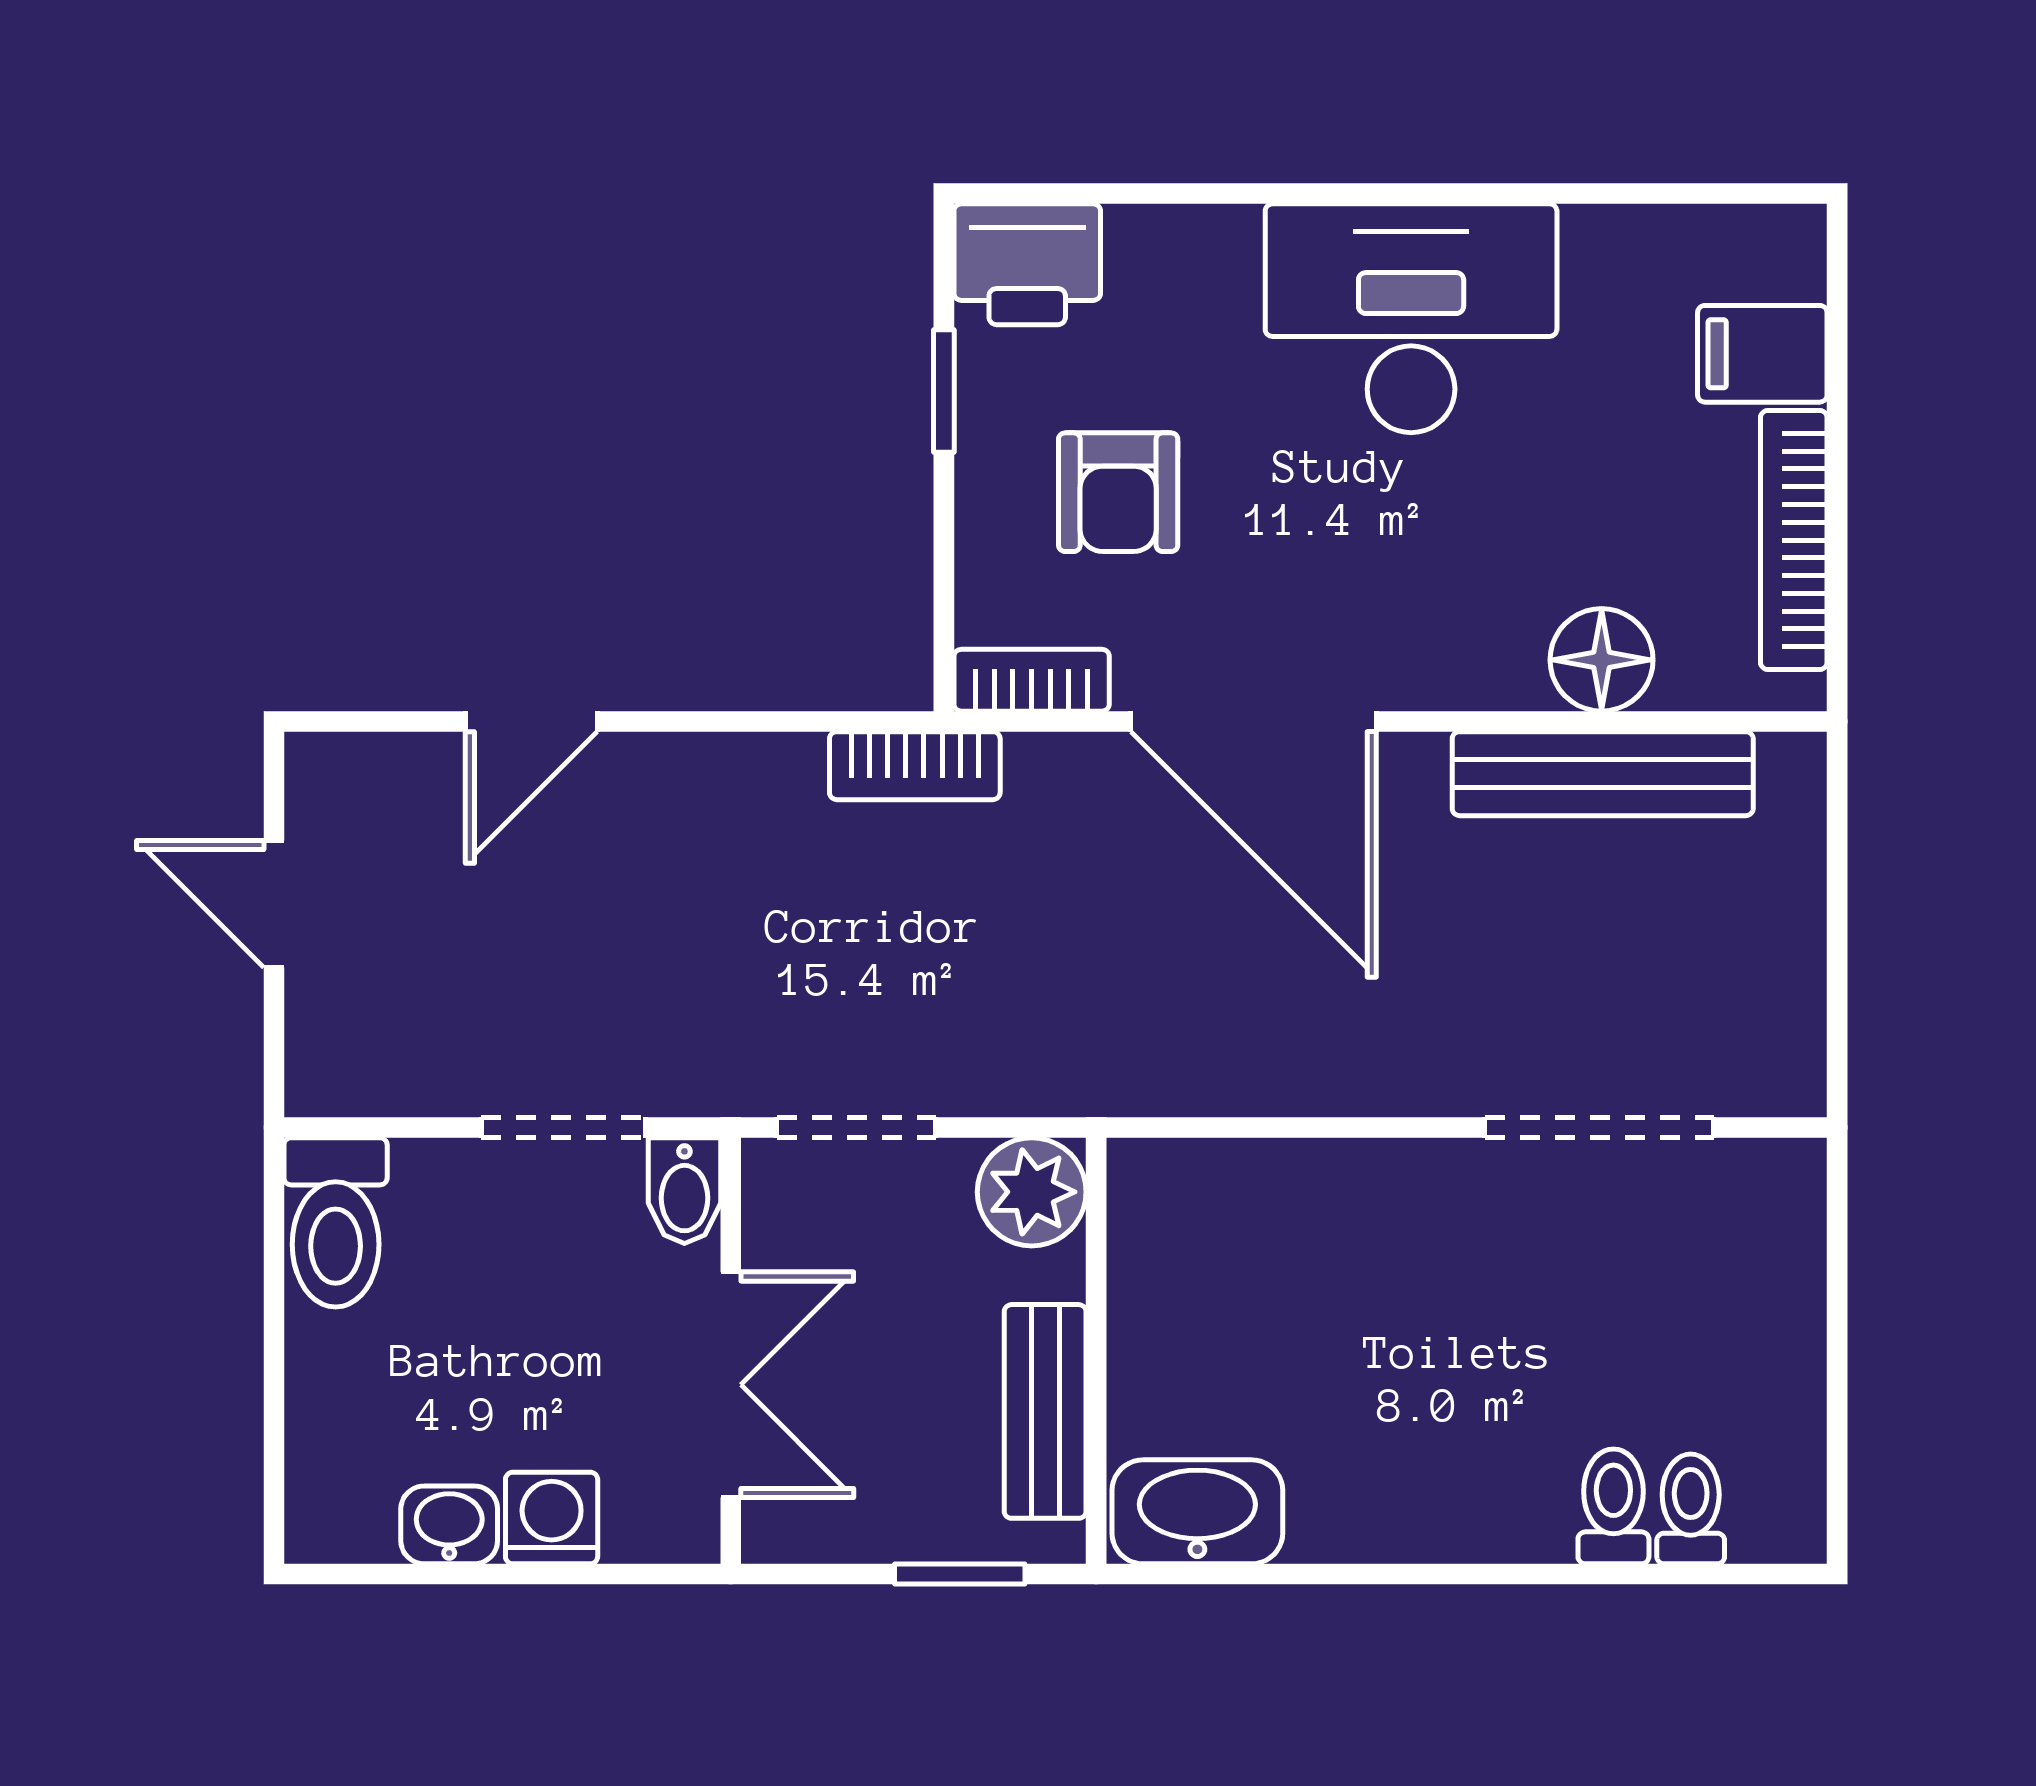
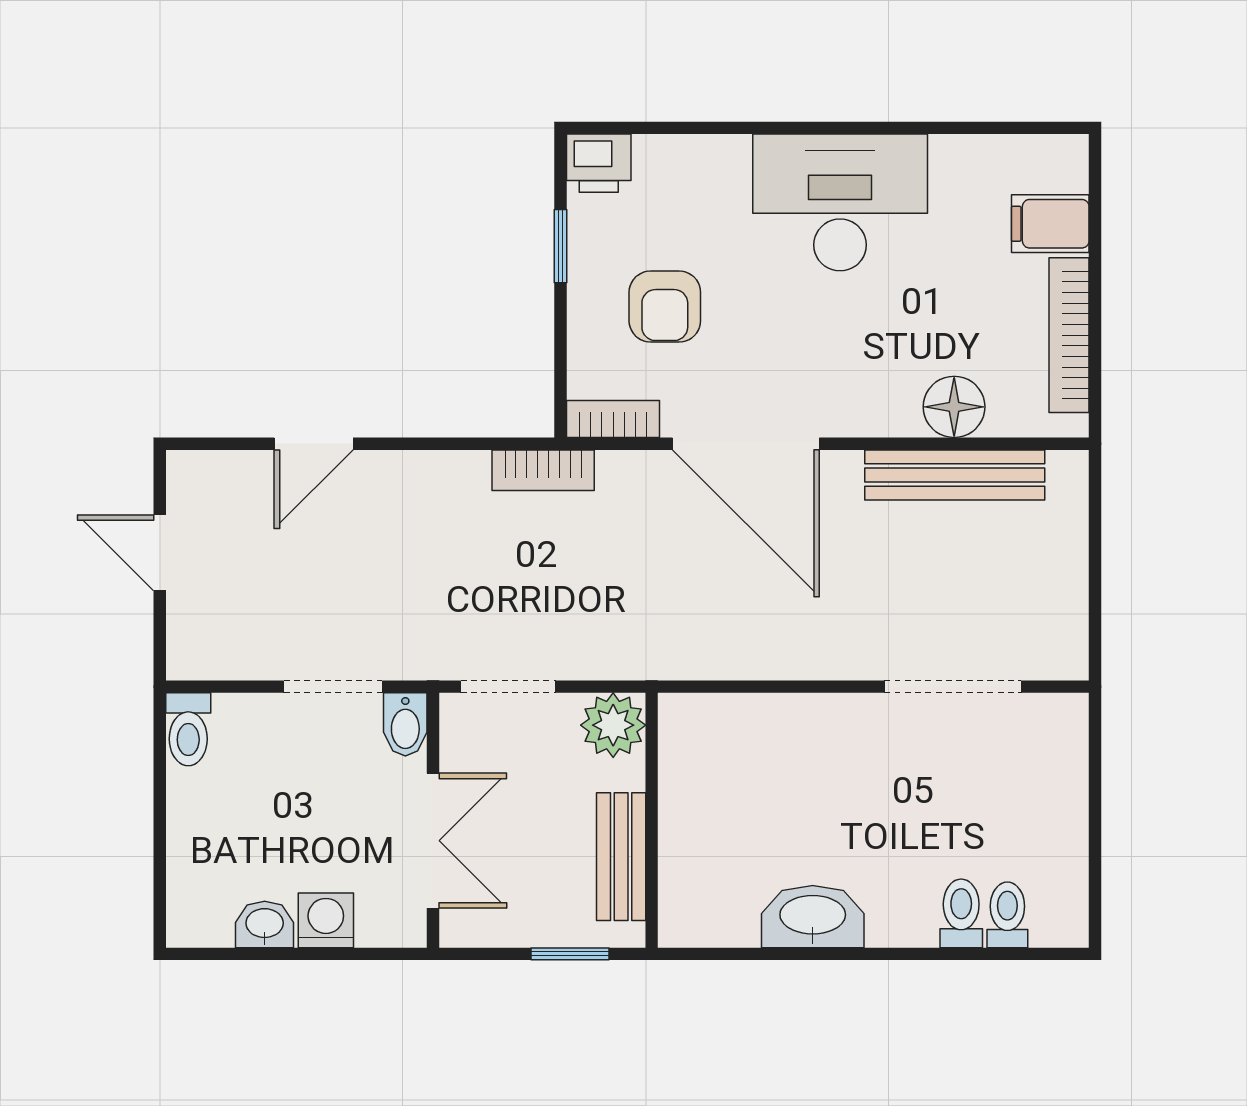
printer: (1027, 264) -> (599, 163), width x0.73, depth x0.81
toilet: (336, 1222) -> (188, 729), width x0.73, depth x0.72
washbasin: (1197, 1512) -> (813, 917), moved

